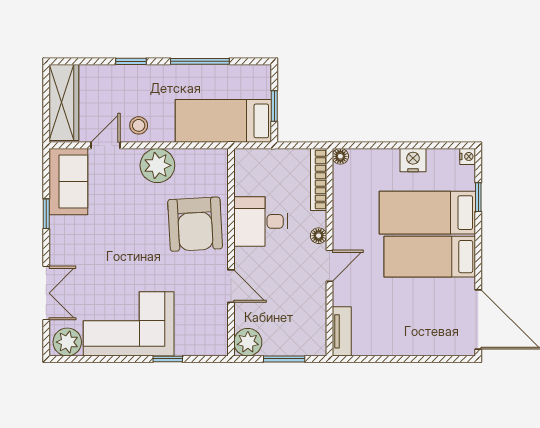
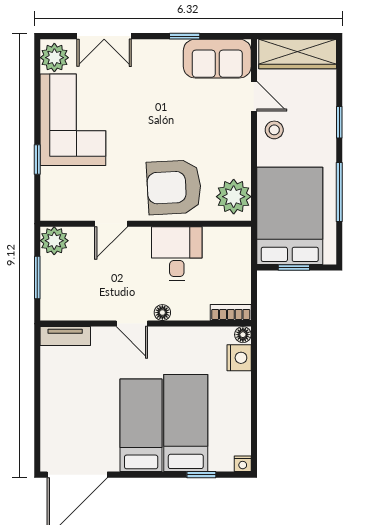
bed: (223, 121) -> (290, 216), width x1.50
nightstand: (413, 160) -> (239, 358), moved
plant: (157, 165) -> (234, 197), moved
bookcase: (319, 179) -> (231, 313), width x0.64

